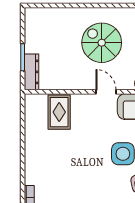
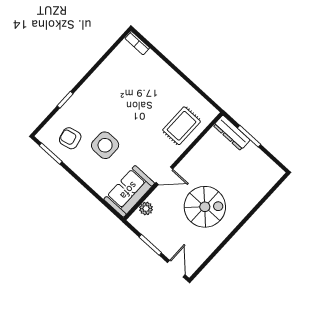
rug: (59, 112) -> (182, 126), turned 90

